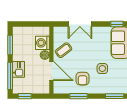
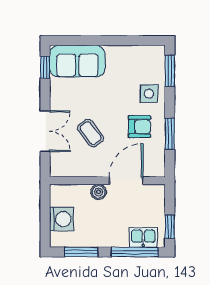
washing machine: (42, 43) -> (61, 219), moved, turned -90
coffee table: (64, 50) -> (91, 133), moved
kitchen sink: (19, 69) -> (143, 237), moved
side table: (102, 69) -> (149, 94), moved

